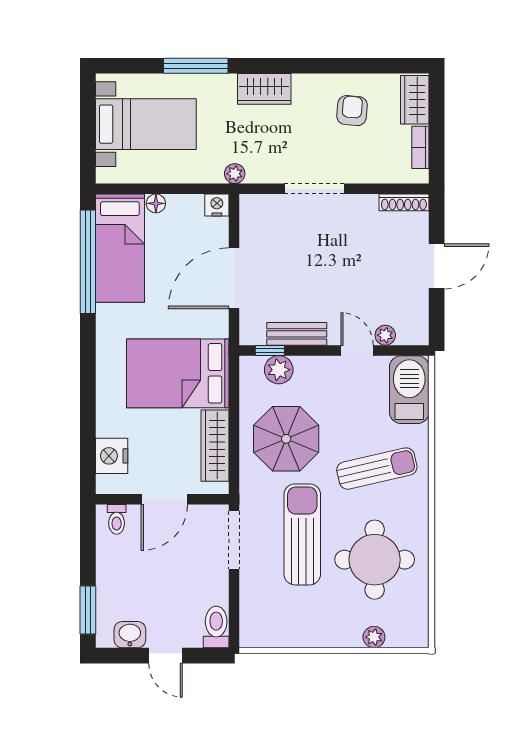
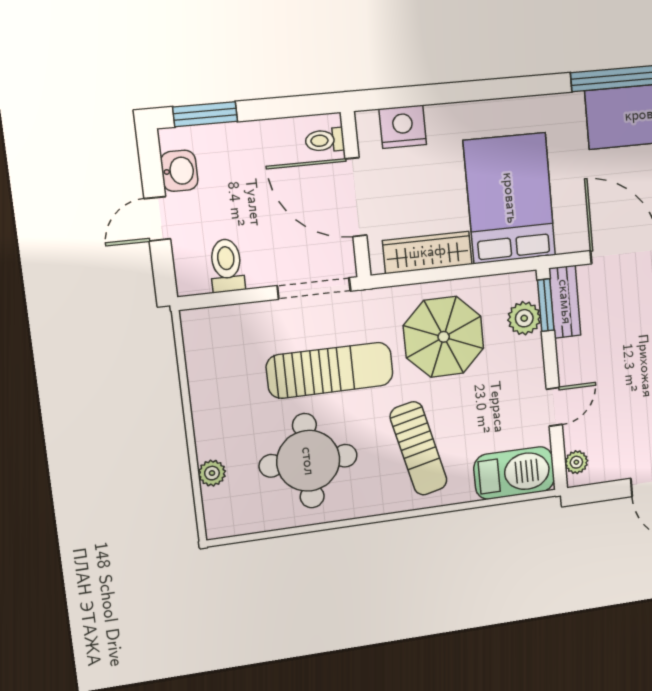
bench: (297, 334) -> (565, 302), moved
plant: (385, 335) -> (576, 462), moved
window: (270, 350) -> (546, 305), width x1.50
door: (164, 499) -> (356, 197), width x1.36
toilet: (216, 627) -> (227, 266), moved, turned -90

